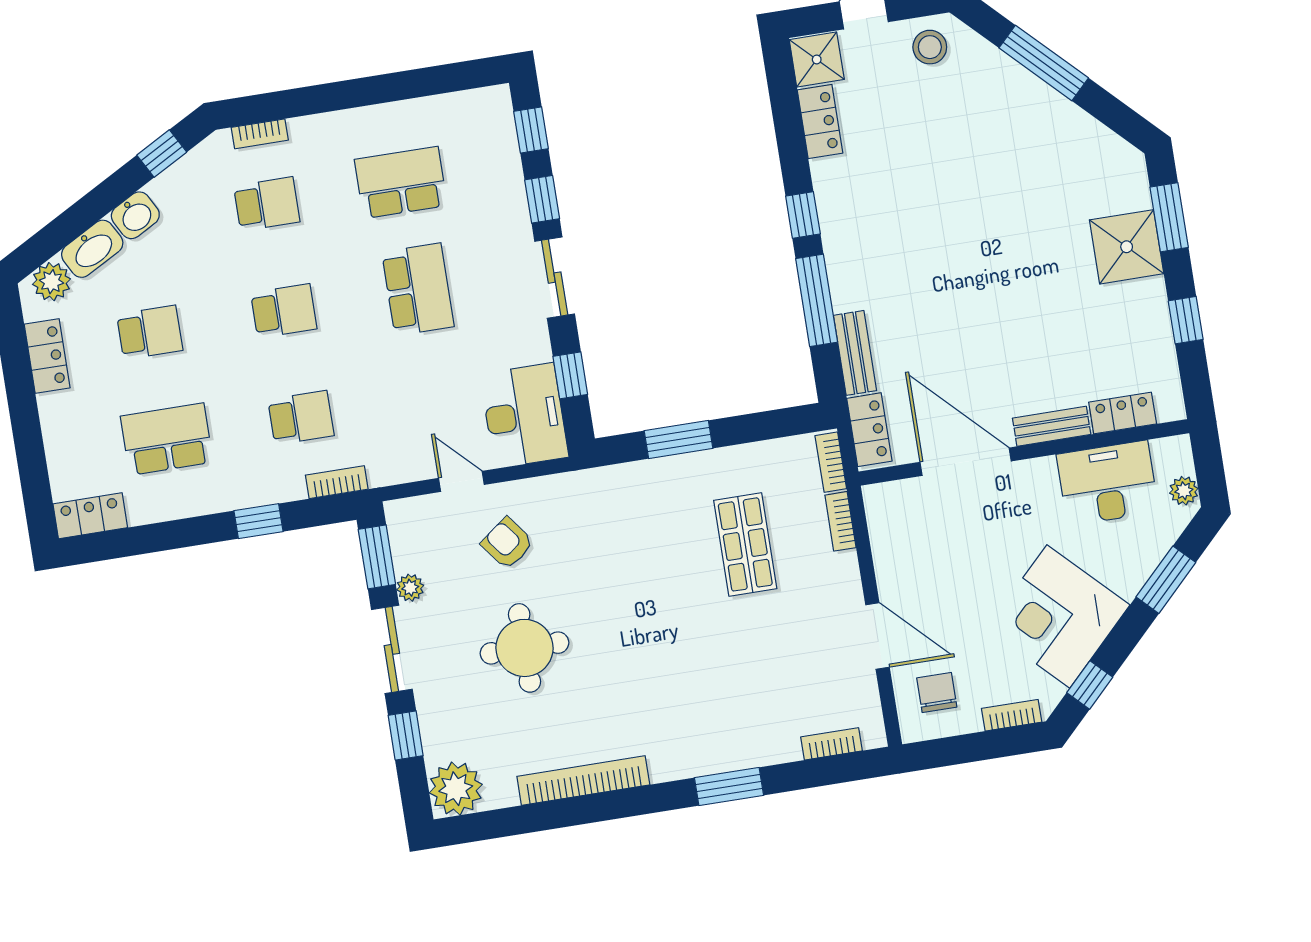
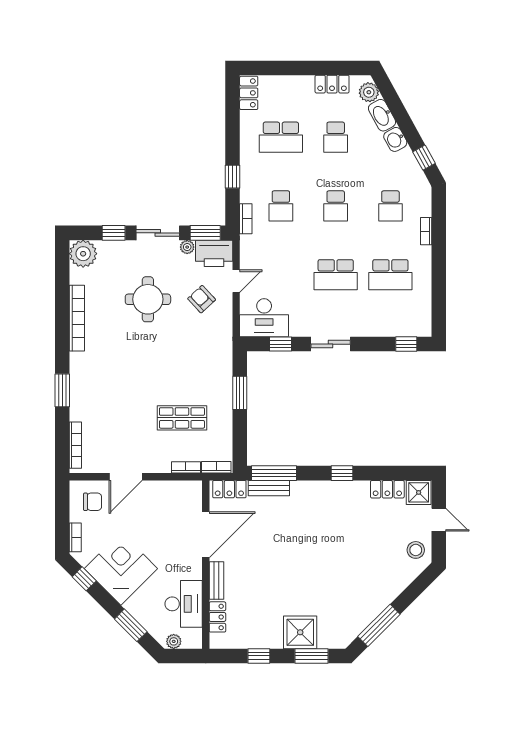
window: (1044, 63) -> (379, 625), moved
bookcase: (260, 134) -> (426, 231), moved
school desk: (401, 183) -> (390, 275), turned 90
window: (542, 199) -> (371, 344), removed
window: (817, 300) -> (274, 473), moved
school desk: (167, 439) -> (281, 137), turned 90
printer: (414, 533) -> (214, 253), added
armchair: (507, 543) -> (202, 299), turned -96
bookcase: (832, 744) -> (75, 445), width x1.56

